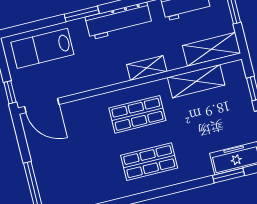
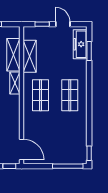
shelving: (211, 49) -> (13, 55), moved
door: (42, 105) -> (22, 150), hinge flipped

